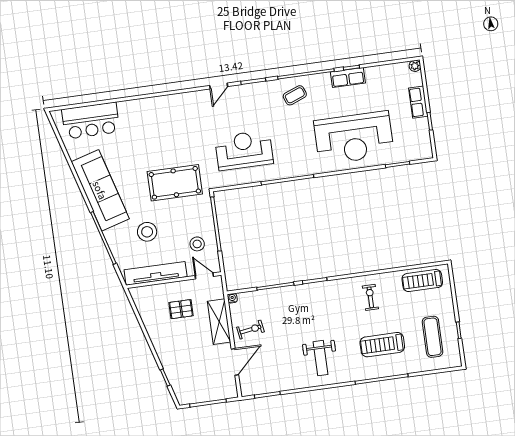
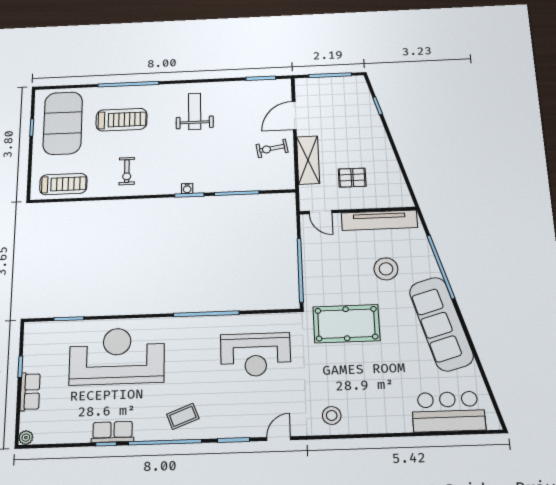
stool: (197, 244) -> (332, 415), moved
water cooler: (232, 298) -> (187, 189), moved
exercise mat: (433, 337) -> (63, 123), width x2.00, depth x1.45

